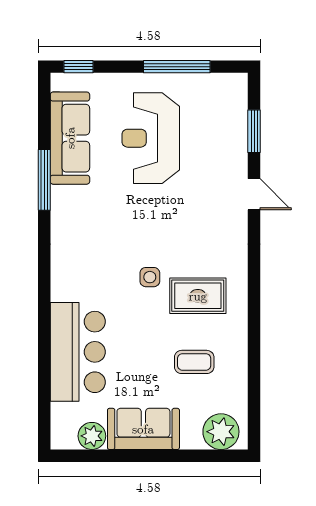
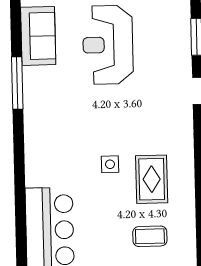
sofa: (70, 138) -> (38, 36), width x0.73
rug: (198, 296) -> (152, 179), turned 90

